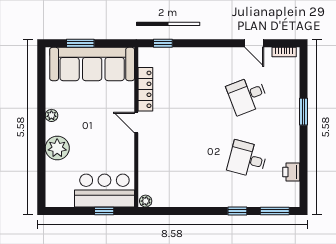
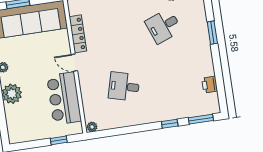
desk: (247, 159) -> (124, 86), moved
bar counter: (104, 191) -> (64, 98), moved, turned -90

